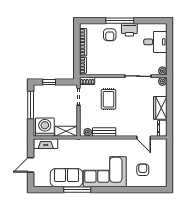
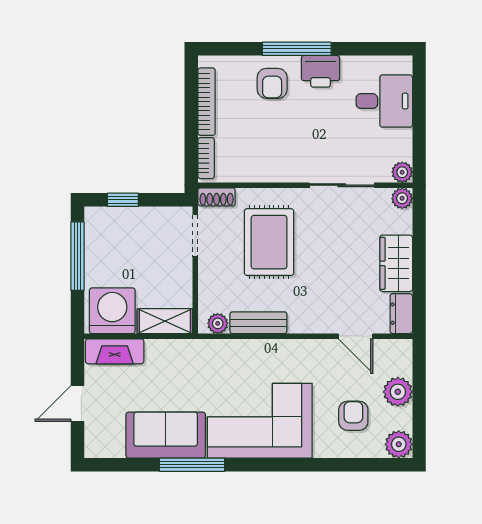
rug: (108, 99) -> (269, 242), width x1.36, depth x1.43
plant: (161, 160) -> (398, 392), added
plant: (161, 181) -> (399, 444), added

